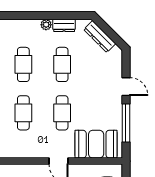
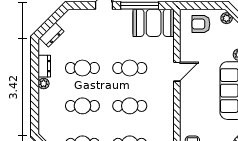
dresser: (100, 37) -> (52, 35), width x0.70
booth: (96, 144) -> (154, 23), moved, turned 90

